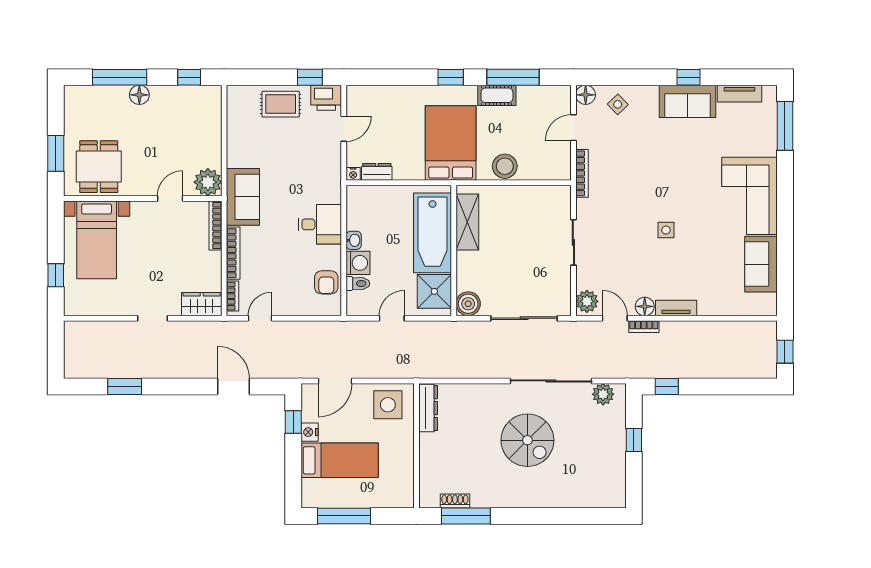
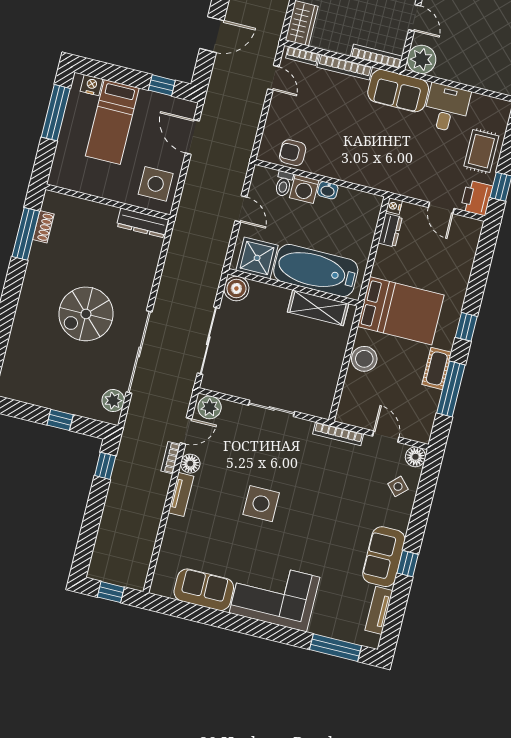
desk: (320, 224) -> (447, 108), moved, turned 180
side table: (666, 230) -> (261, 504), width x1.87, depth x1.87
nightstand: (310, 432) -> (92, 85), moved

